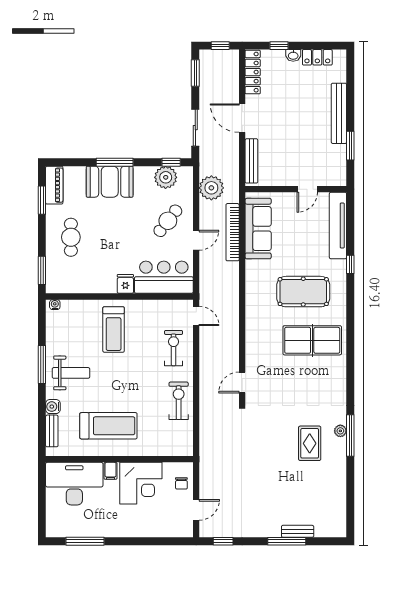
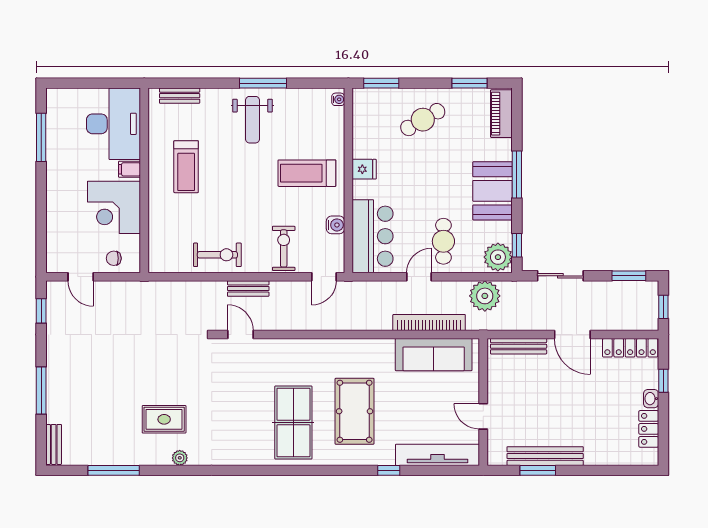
bench: (339, 113) -> (545, 456), moved
door: (242, 118) -> (572, 335), swing flipped
plant: (166, 177) -> (498, 257), moved
booth: (110, 182) -> (493, 191), moved
piano: (54, 185) -> (501, 114), moved, turned 90
cafe table: (168, 221) -> (443, 241), turned 52
cafe table: (71, 237) -> (423, 120), turned -30
door: (196, 240) -> (419, 277), swing flipped
fridge: (125, 284) -> (364, 169), moved
exercise bike: (174, 348) -> (284, 248), turned -90
bench: (205, 376) -> (248, 288), added
water cooler: (53, 407) -> (335, 225), moved, turned 90
treadmill: (108, 426) -> (186, 167), width x0.73, depth x0.73
window: (350, 436) -> (114, 470), moved
bench: (298, 531) -> (54, 444), moved

